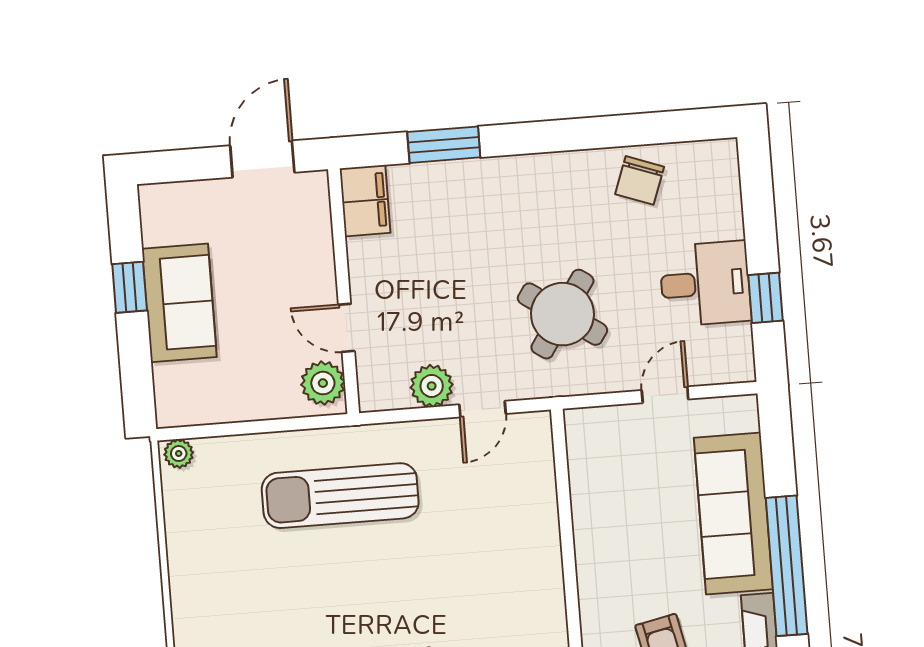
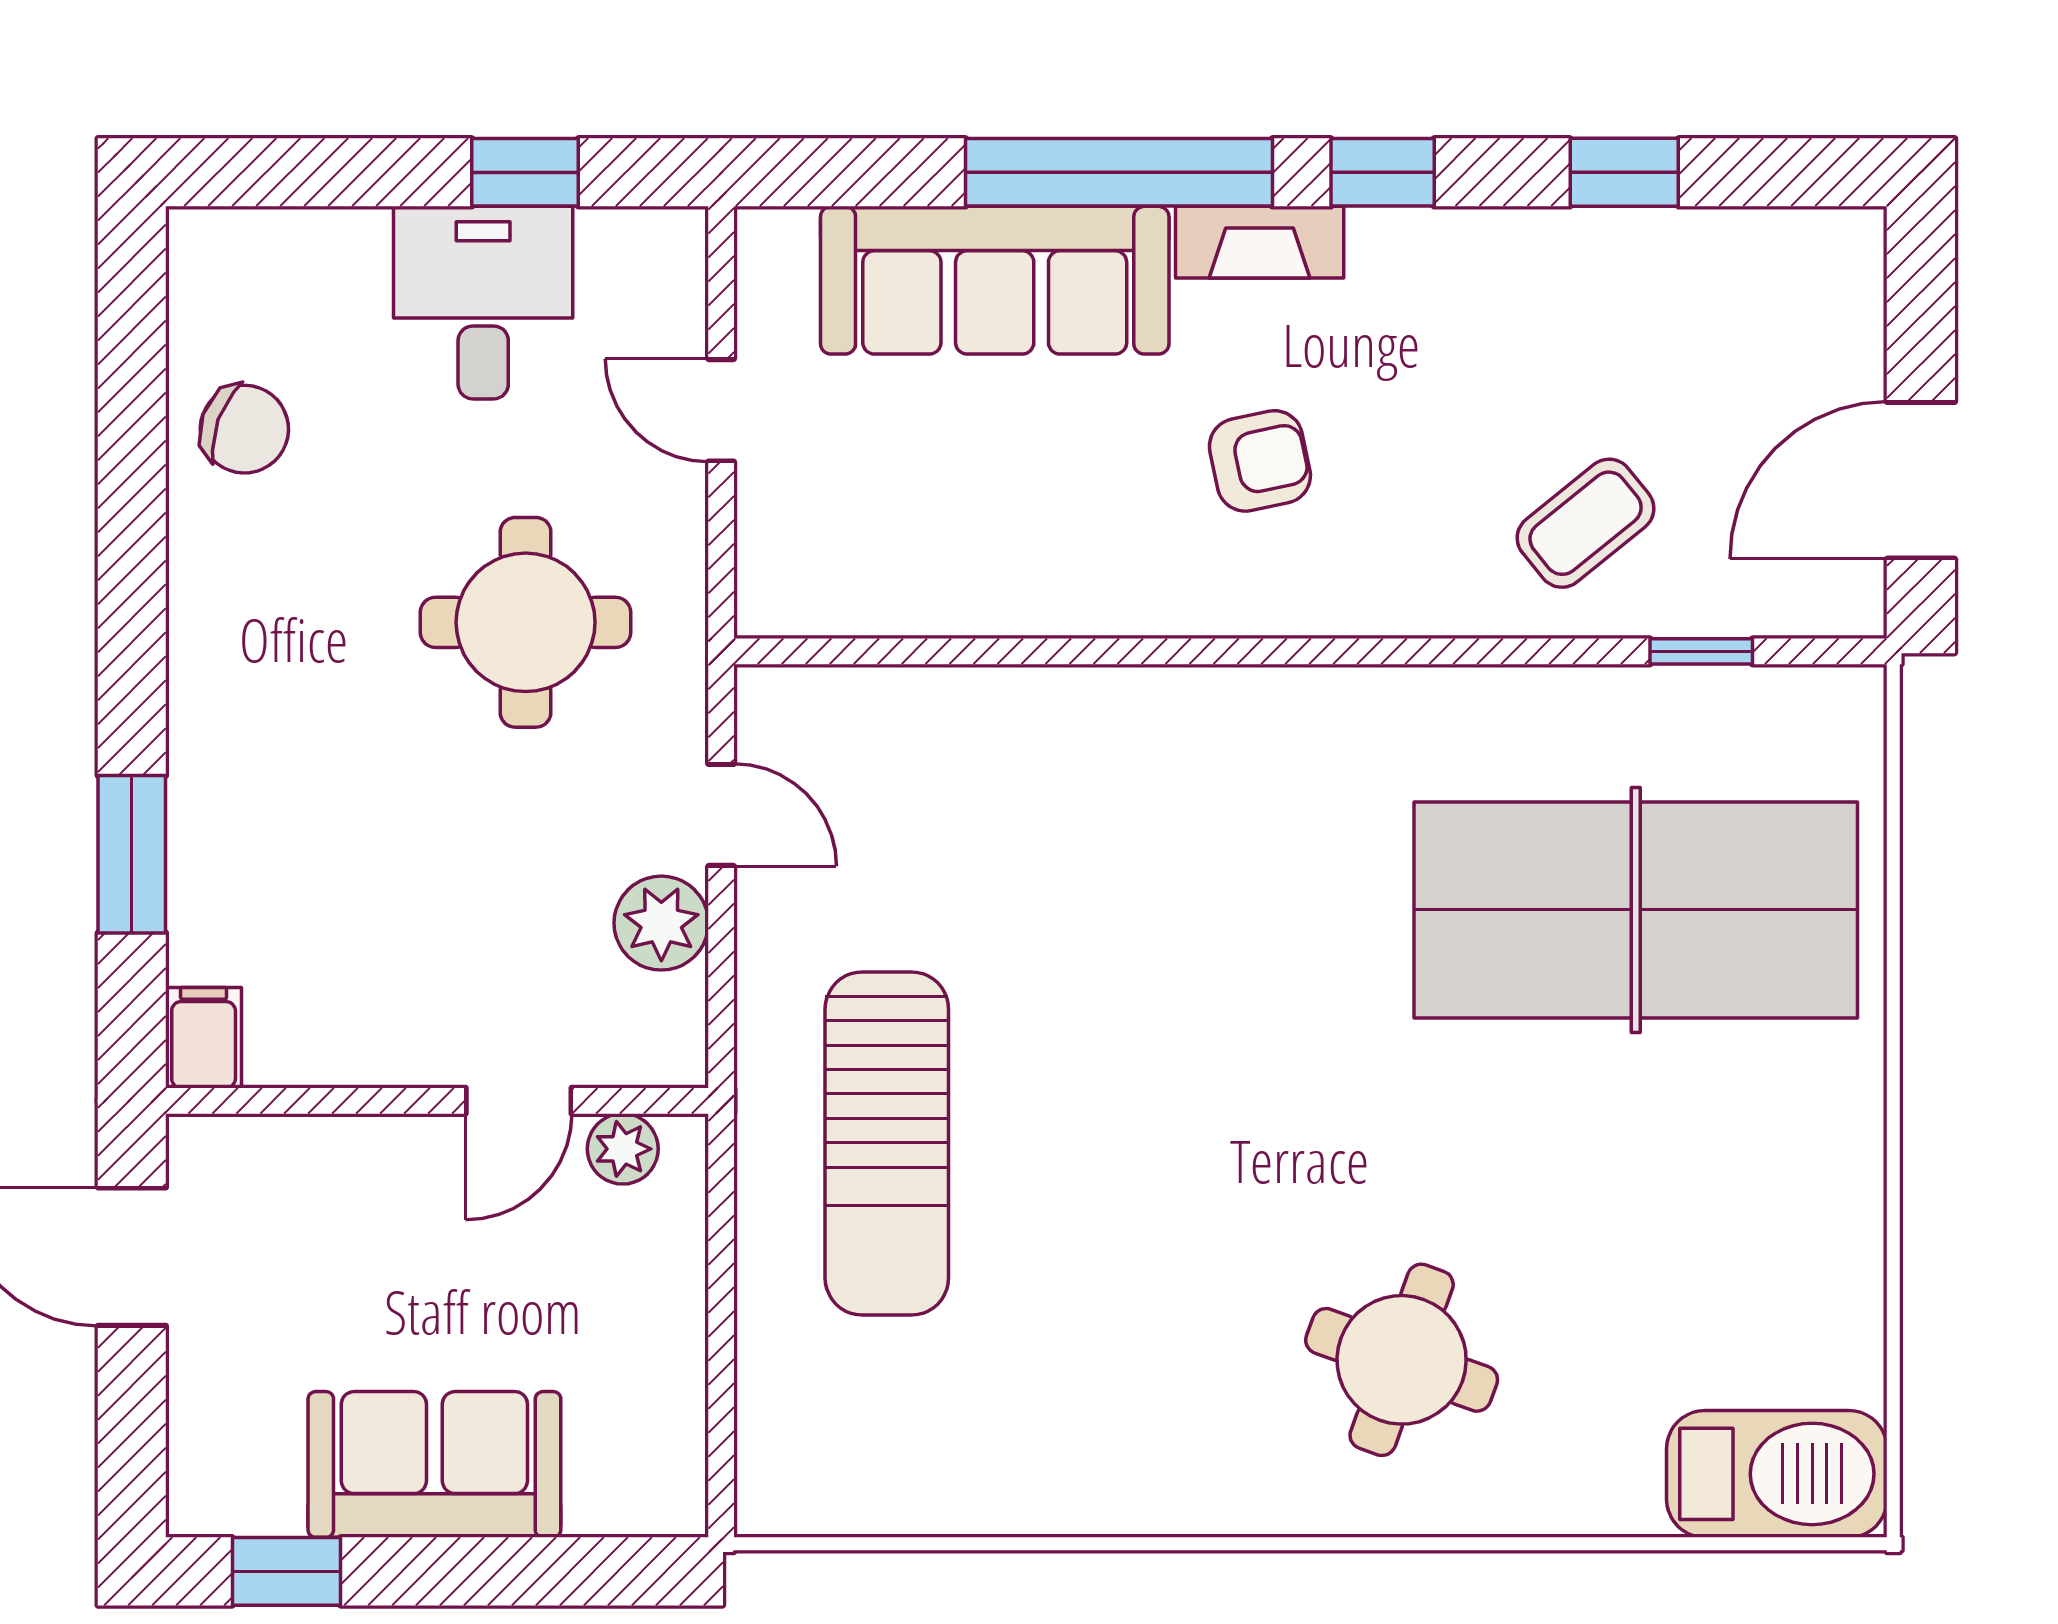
filing cabinet: (365, 201) -> (204, 1038), width x0.50
window: (130, 287) -> (287, 1571), moved
round table: (562, 314) -> (526, 622), turned -34
plant: (323, 383) -> (623, 1149), width x0.73, depth x0.73
plant: (179, 453) -> (766, 1492), removed

